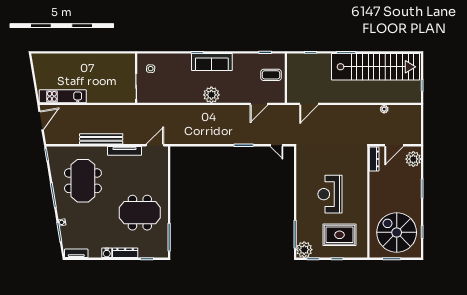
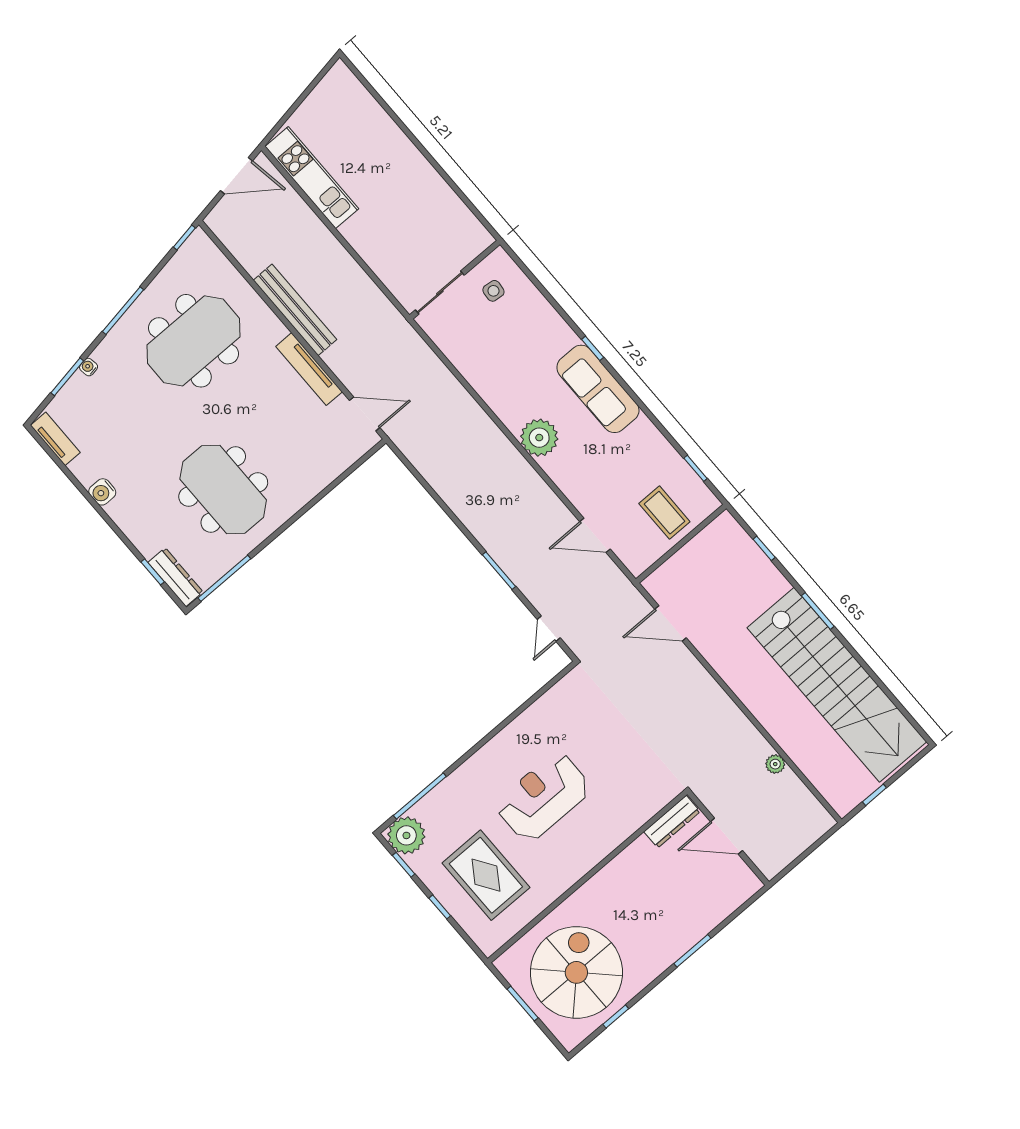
plant: (413, 159) -> (731, 891), removed
dresser: (125, 253) -> (175, 577), moved

